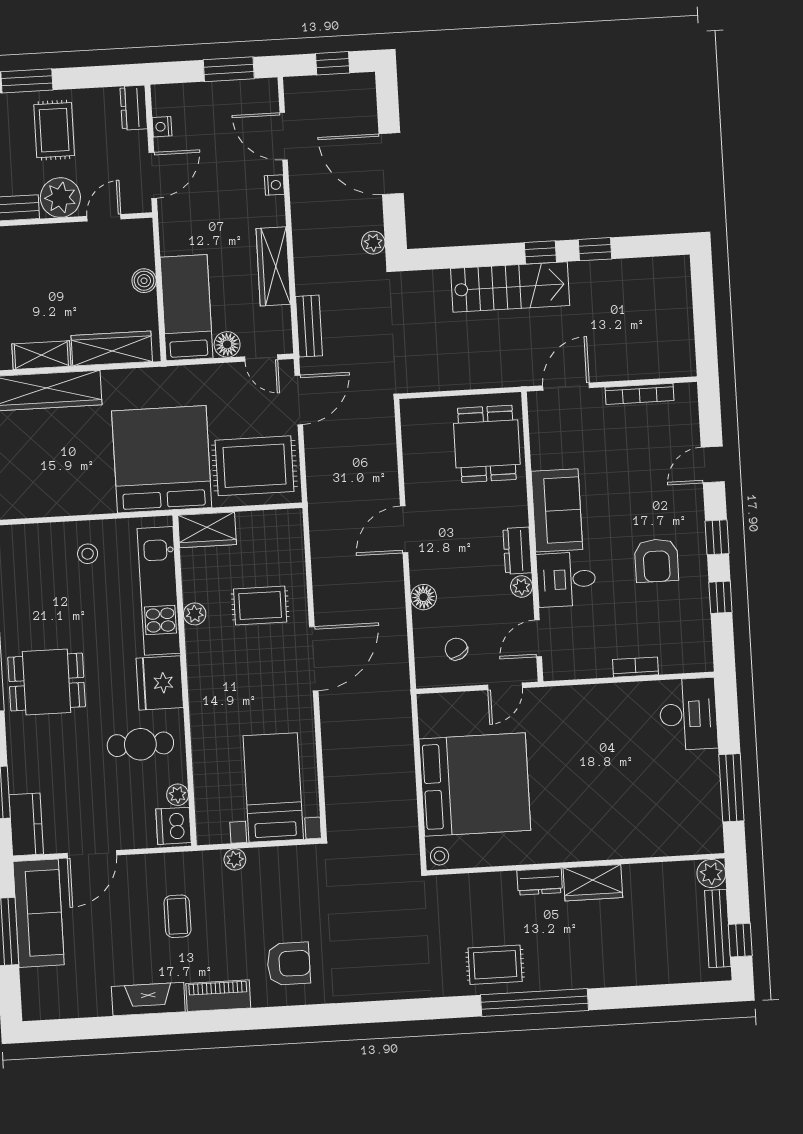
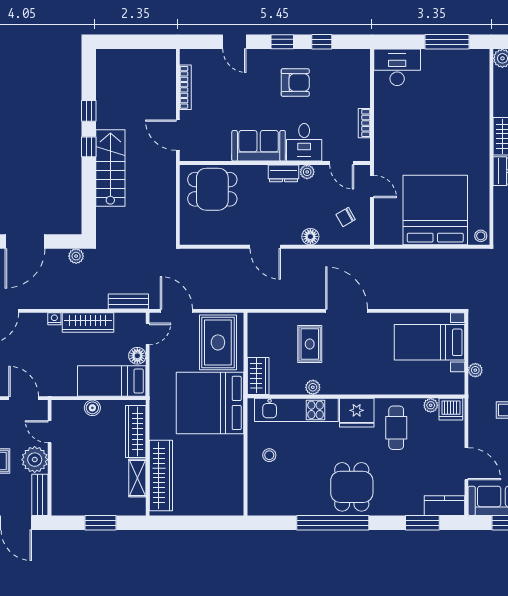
nightstand: (274, 185) -> (54, 319), moved
bookcase: (636, 667) -> (364, 123), moved

